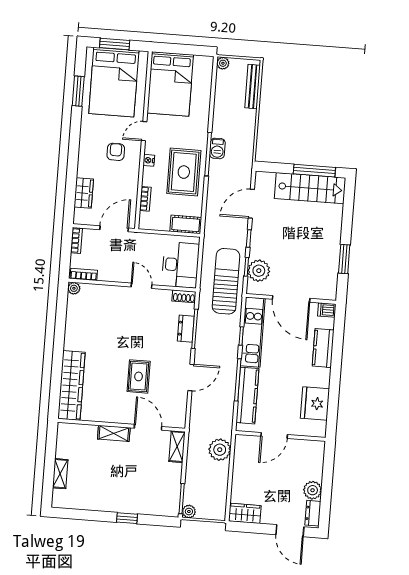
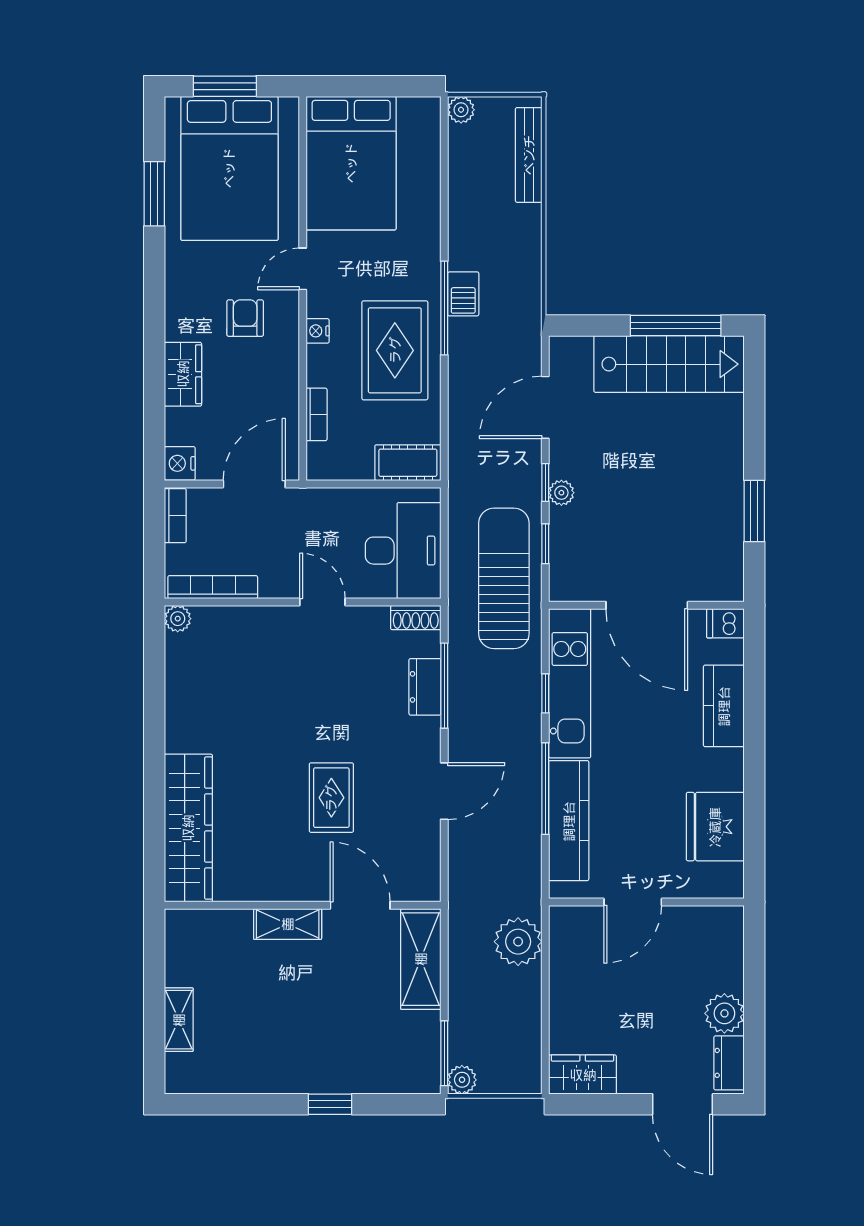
wardrobe: (84, 193) -> (183, 374), moved
nightstand: (80, 217) -> (180, 463), added
plant: (259, 271) -> (561, 493), moved, width x0.53, depth x0.53
bookcase: (84, 274) -> (213, 587), width x1.56
shelving: (177, 447) -> (421, 959), width x1.50, depth x1.33

